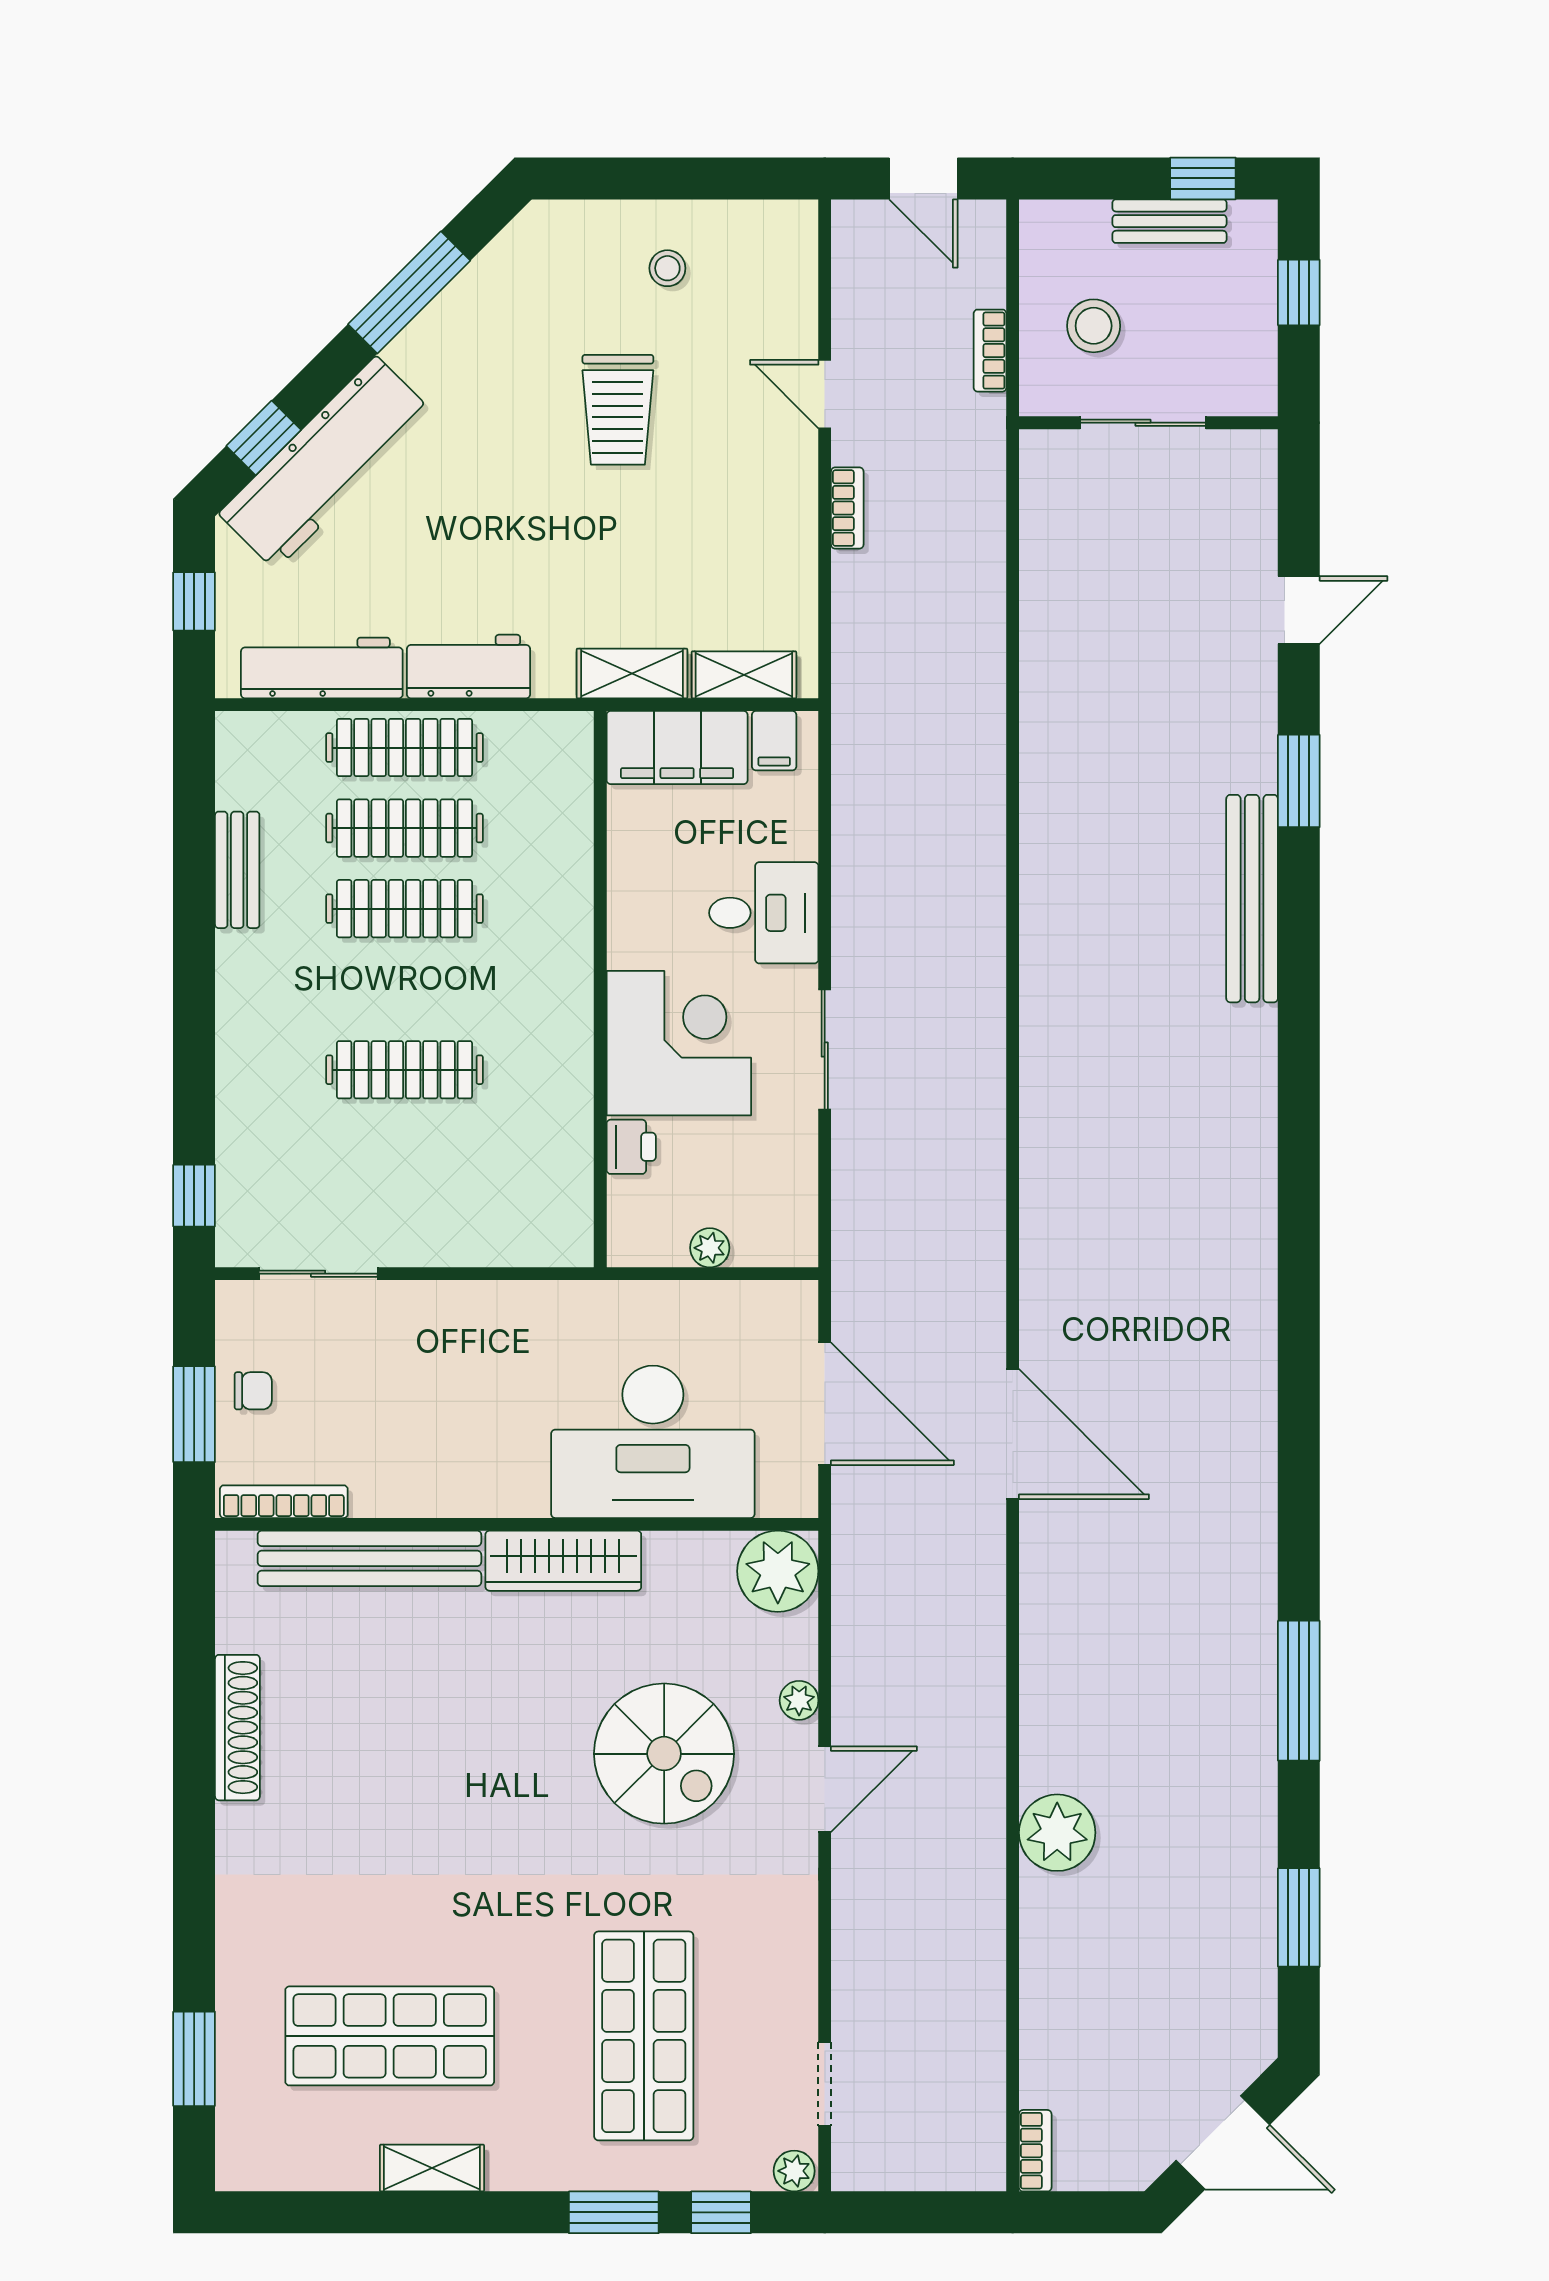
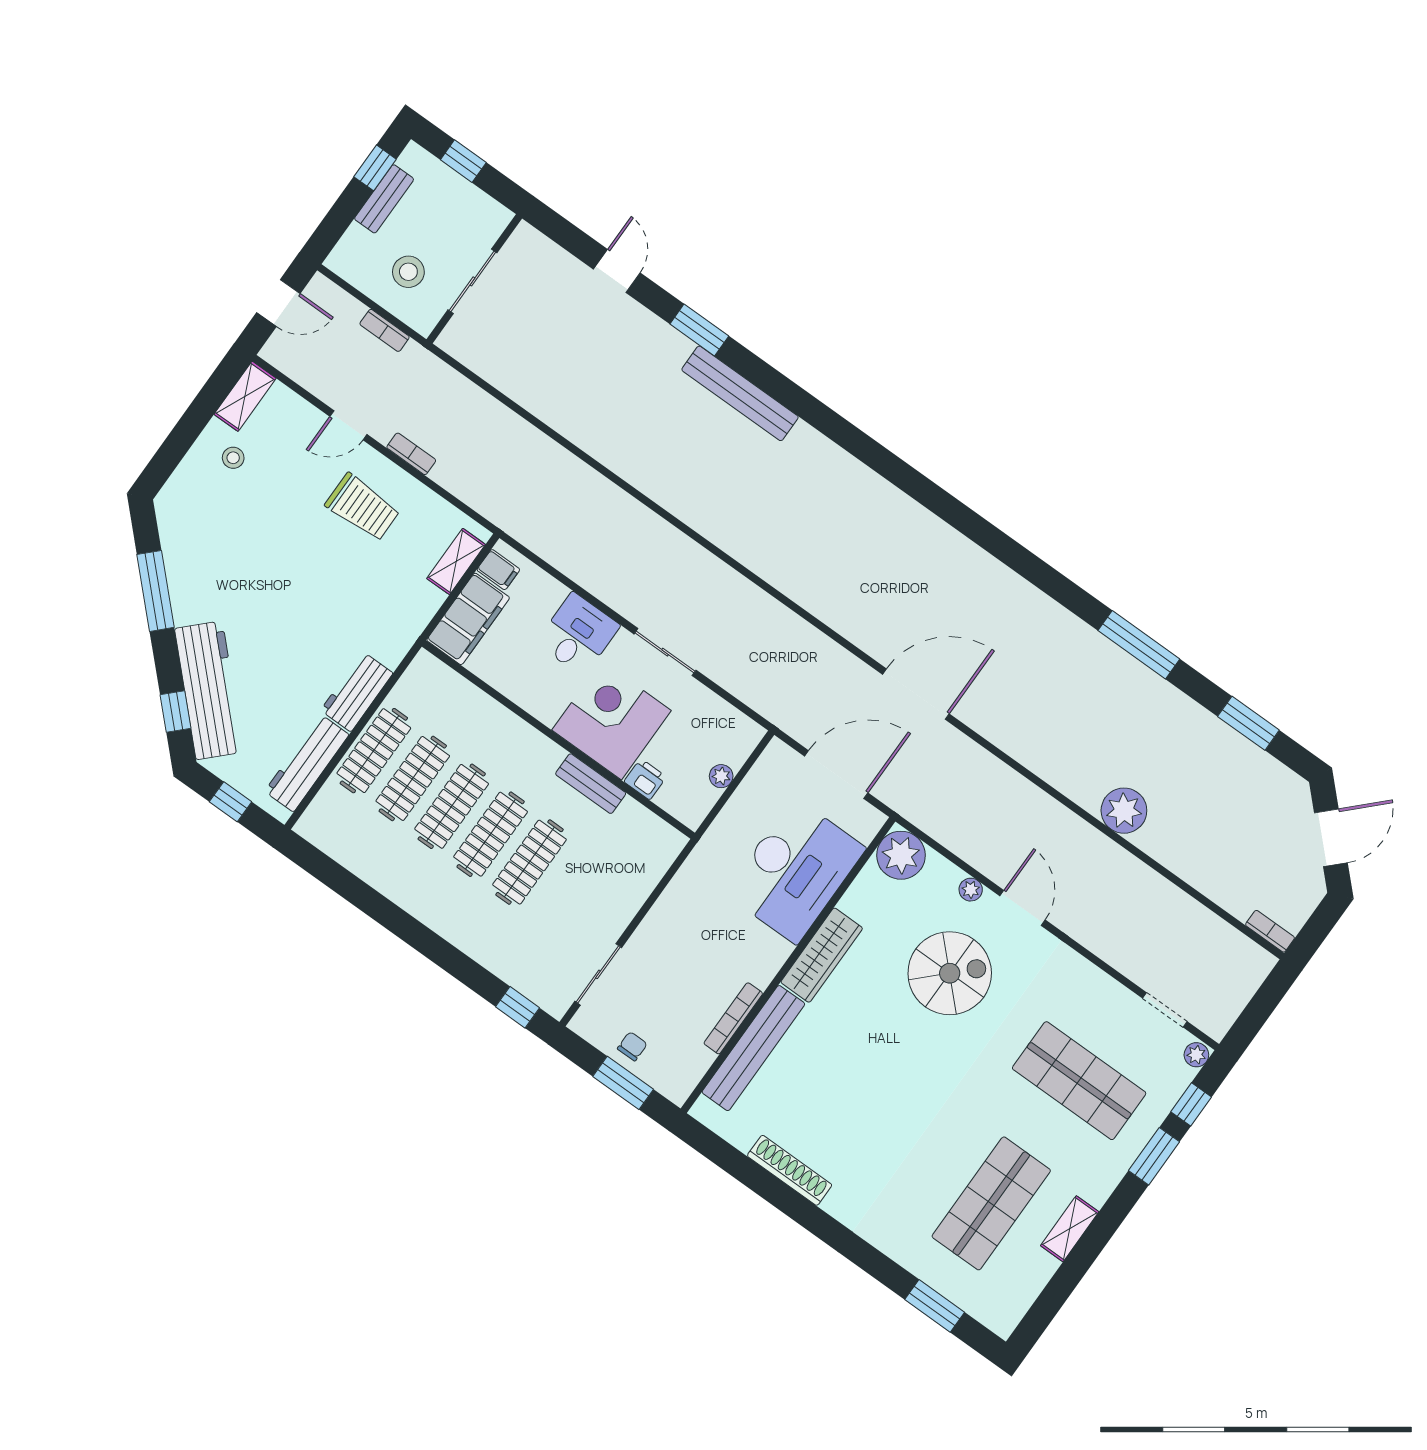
trolley: (618, 410) -> (363, 507), moved
shelving: (632, 673) -> (245, 396), moved
bench: (237, 870) -> (591, 784), moved
clothes rail: (404, 989) -> (491, 834), added
bookcase: (284, 1502) -> (733, 1018), moved

